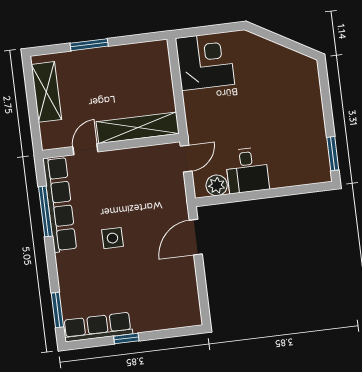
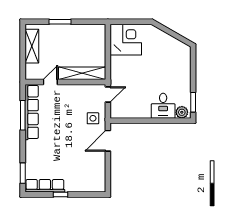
desk: (247, 170) -> (163, 106), moved
plant: (217, 185) -> (182, 112), moved
side table: (112, 238) -> (93, 118), moved

